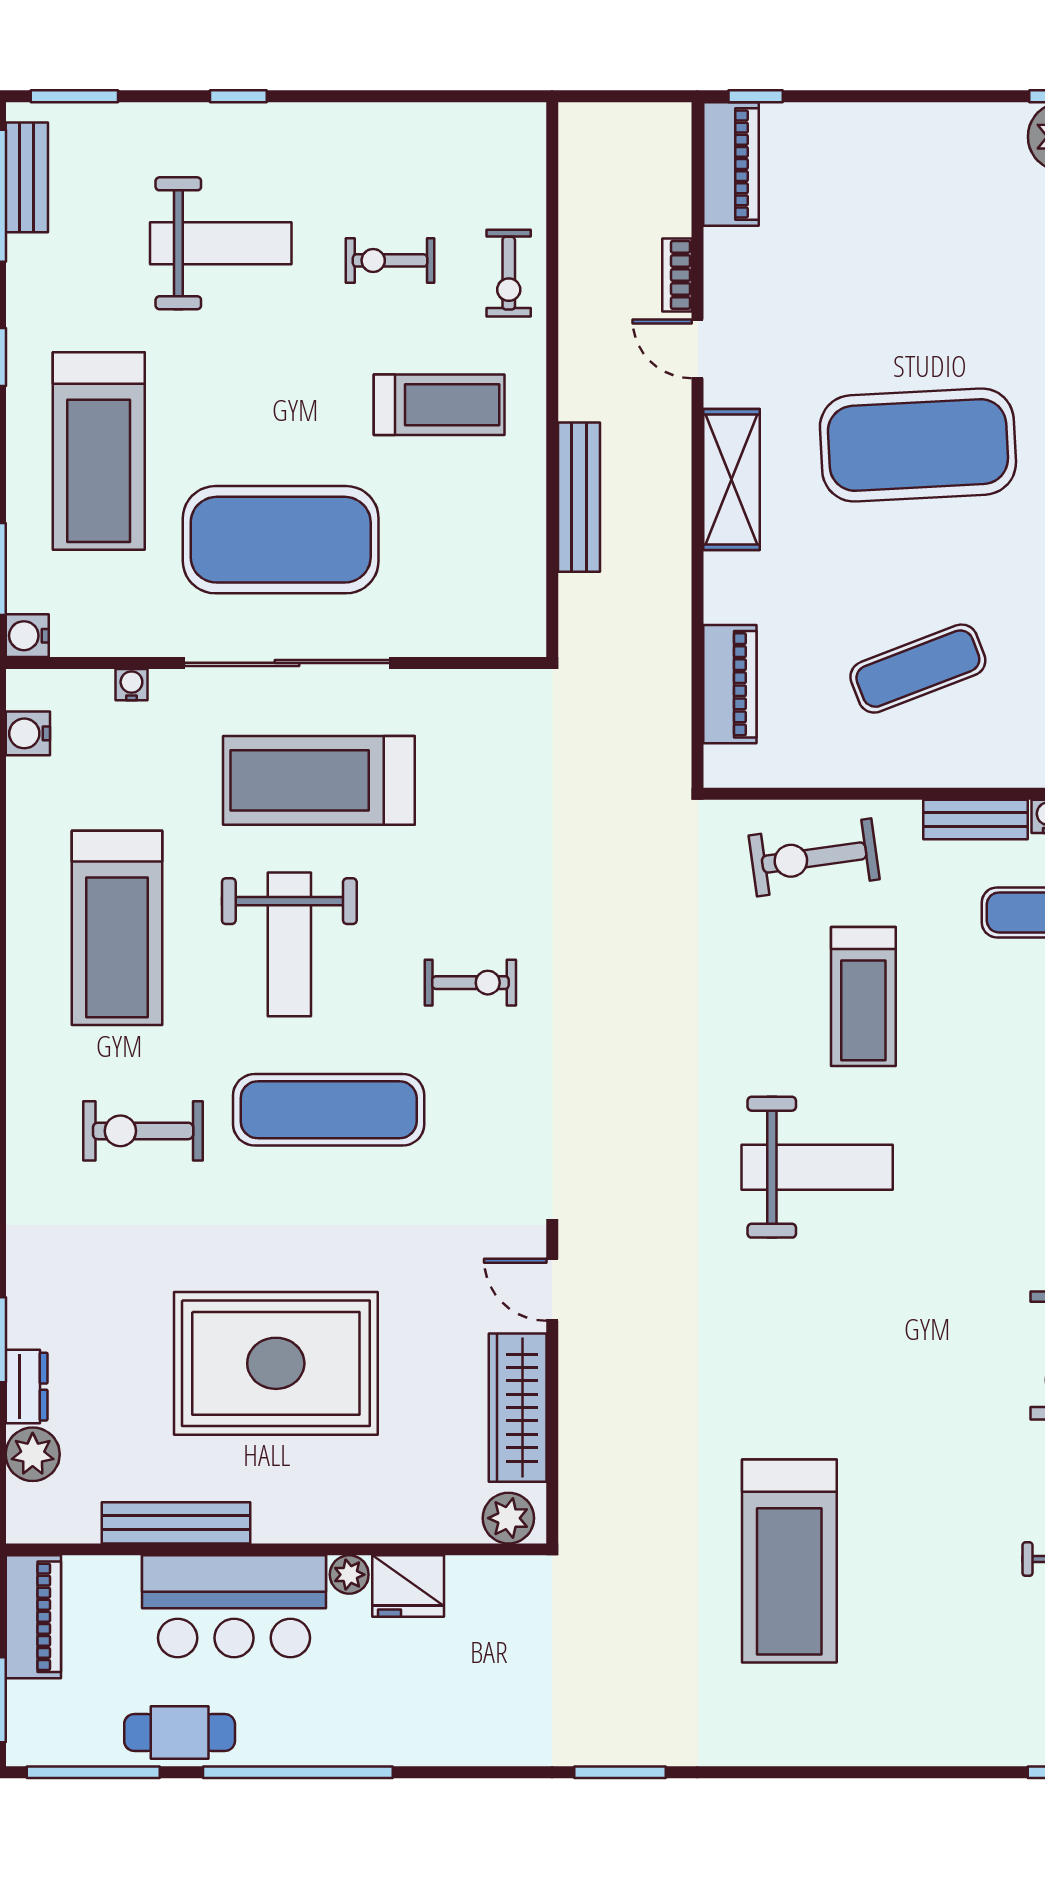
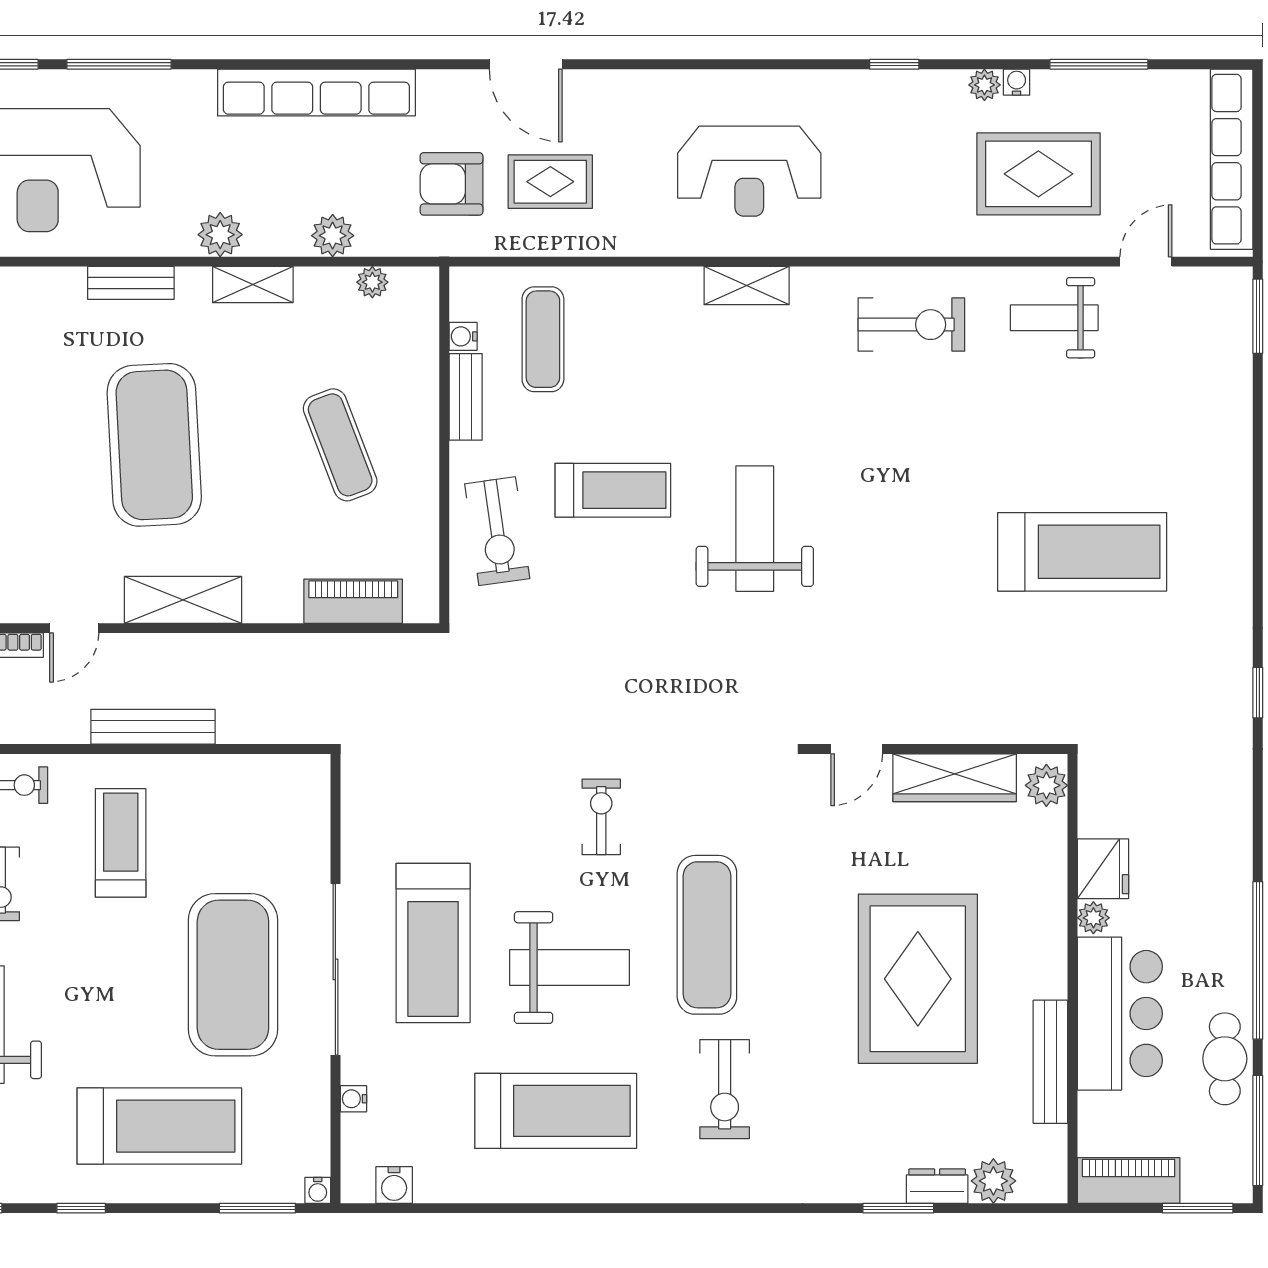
bench: (579, 497) -> (153, 727), moved
water cooler: (27, 636) -> (318, 1190), width x0.72, depth x0.72
window: (620, 1772) -> (1258, 693), width x0.67

